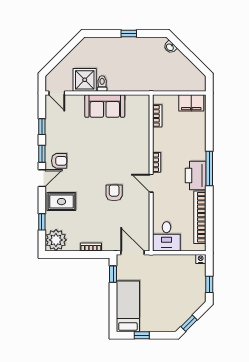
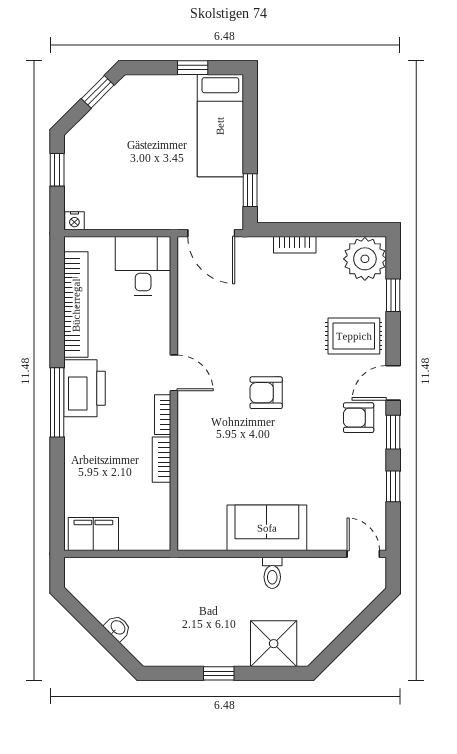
washbasin: (170, 47) -> (118, 628), moved
shower: (85, 80) -> (274, 644), moved
bookcase: (157, 116) -> (161, 460), moved
armchair: (114, 193) -> (266, 393), moved, turned 90

